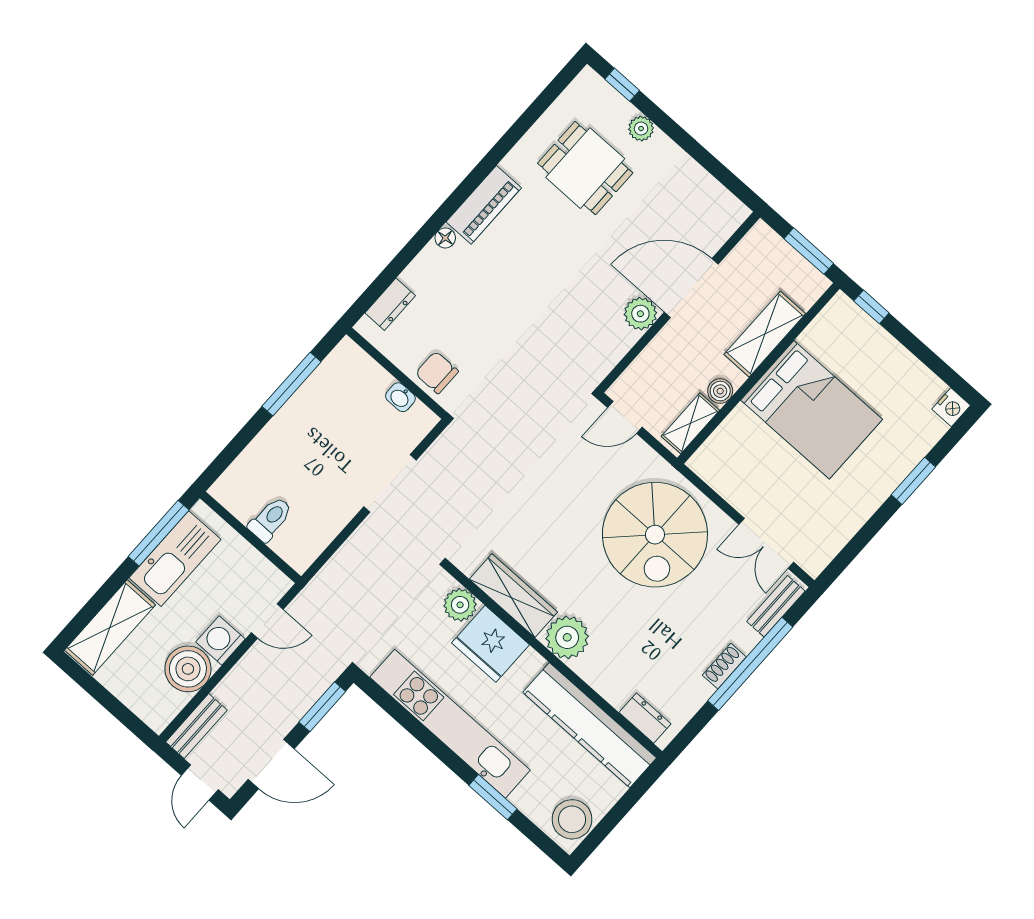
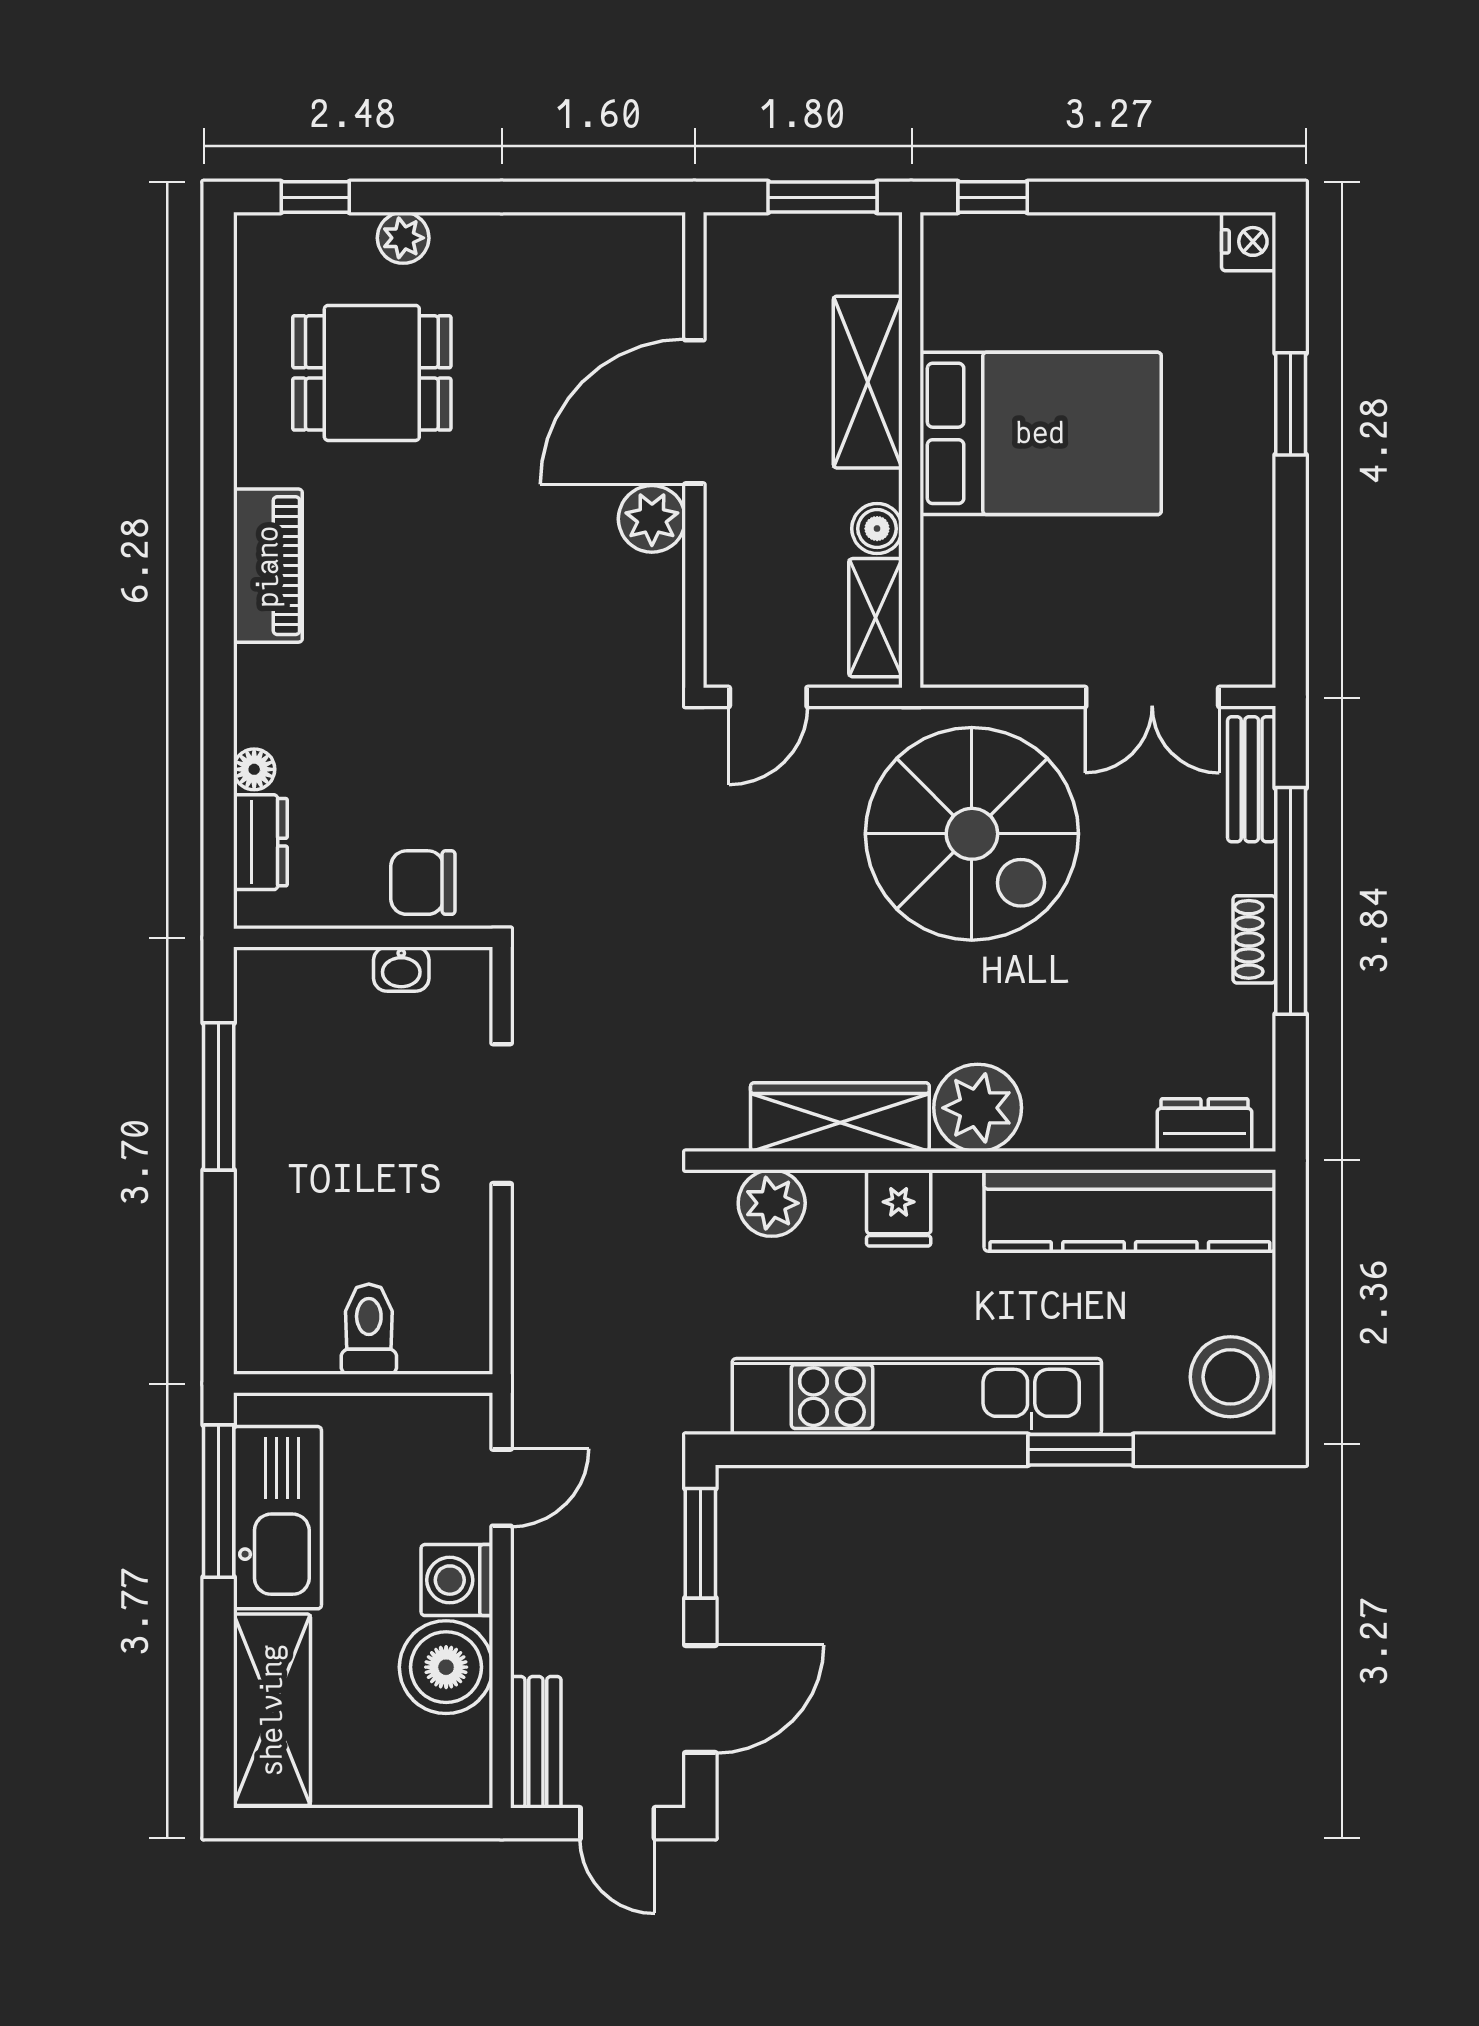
floor lamp: (445, 238) -> (254, 769), moved
fridge: (491, 644) -> (899, 1208), width x0.53, depth x0.75

